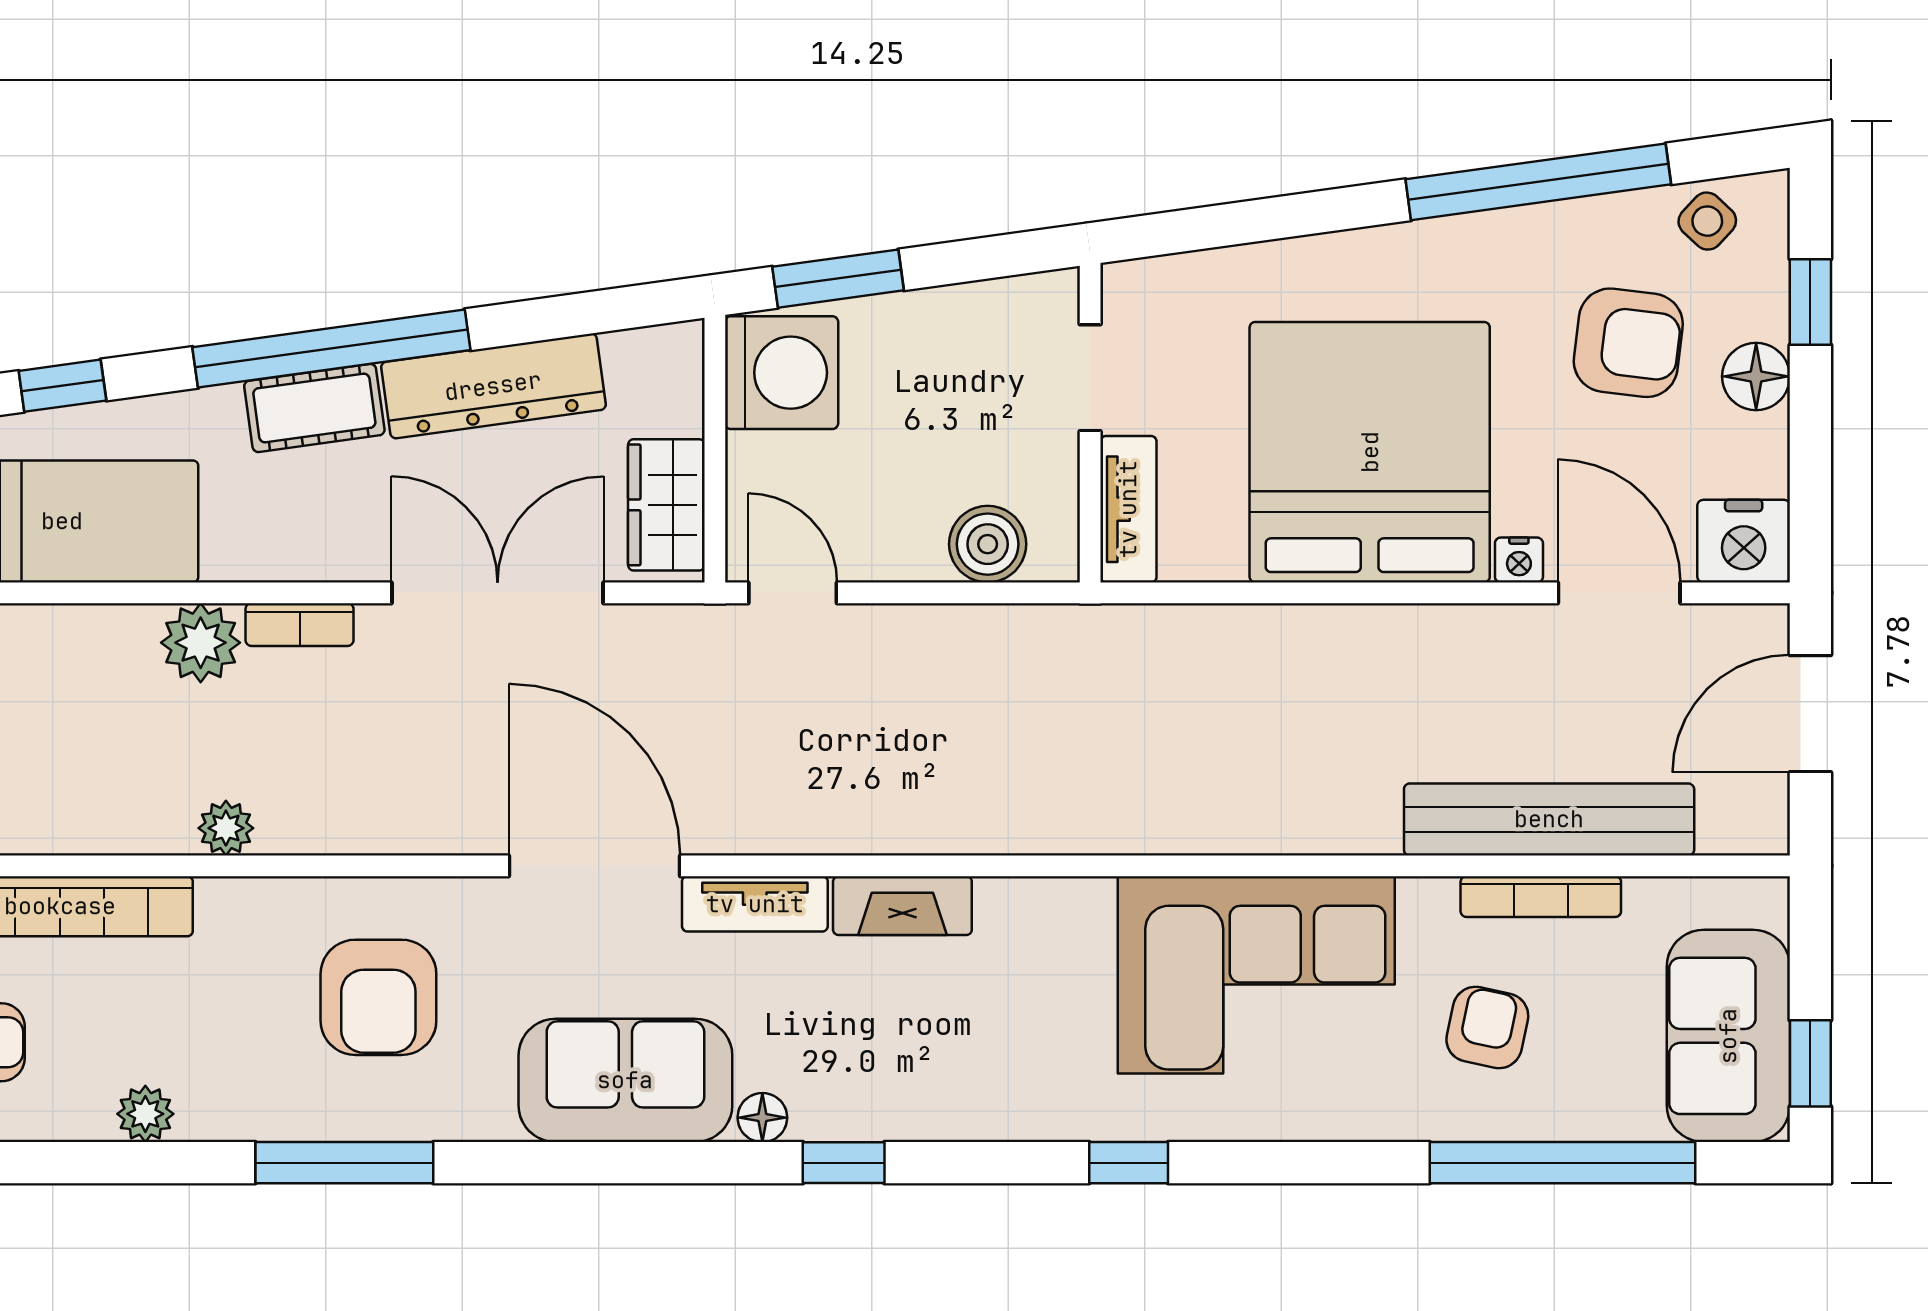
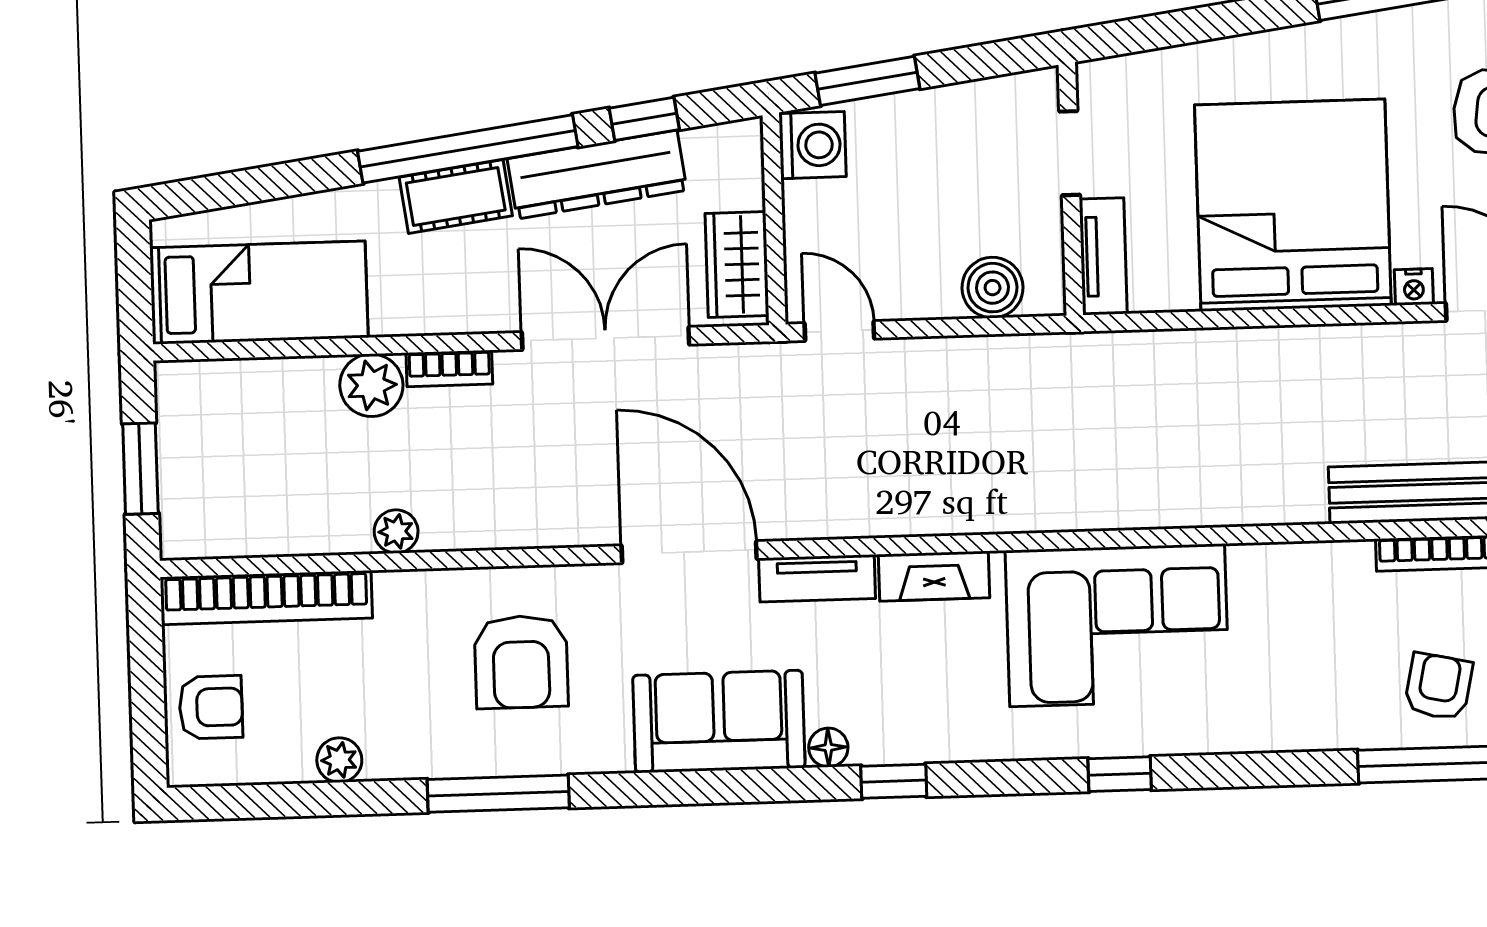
washing machine: (782, 373) -> (812, 145), width x0.73, depth x0.73
window: (62, 386) -> (644, 119), moved
corner sofa: (1256, 975) -> (1117, 625), moved
armchair: (1487, 1027) -> (1438, 687), moved

